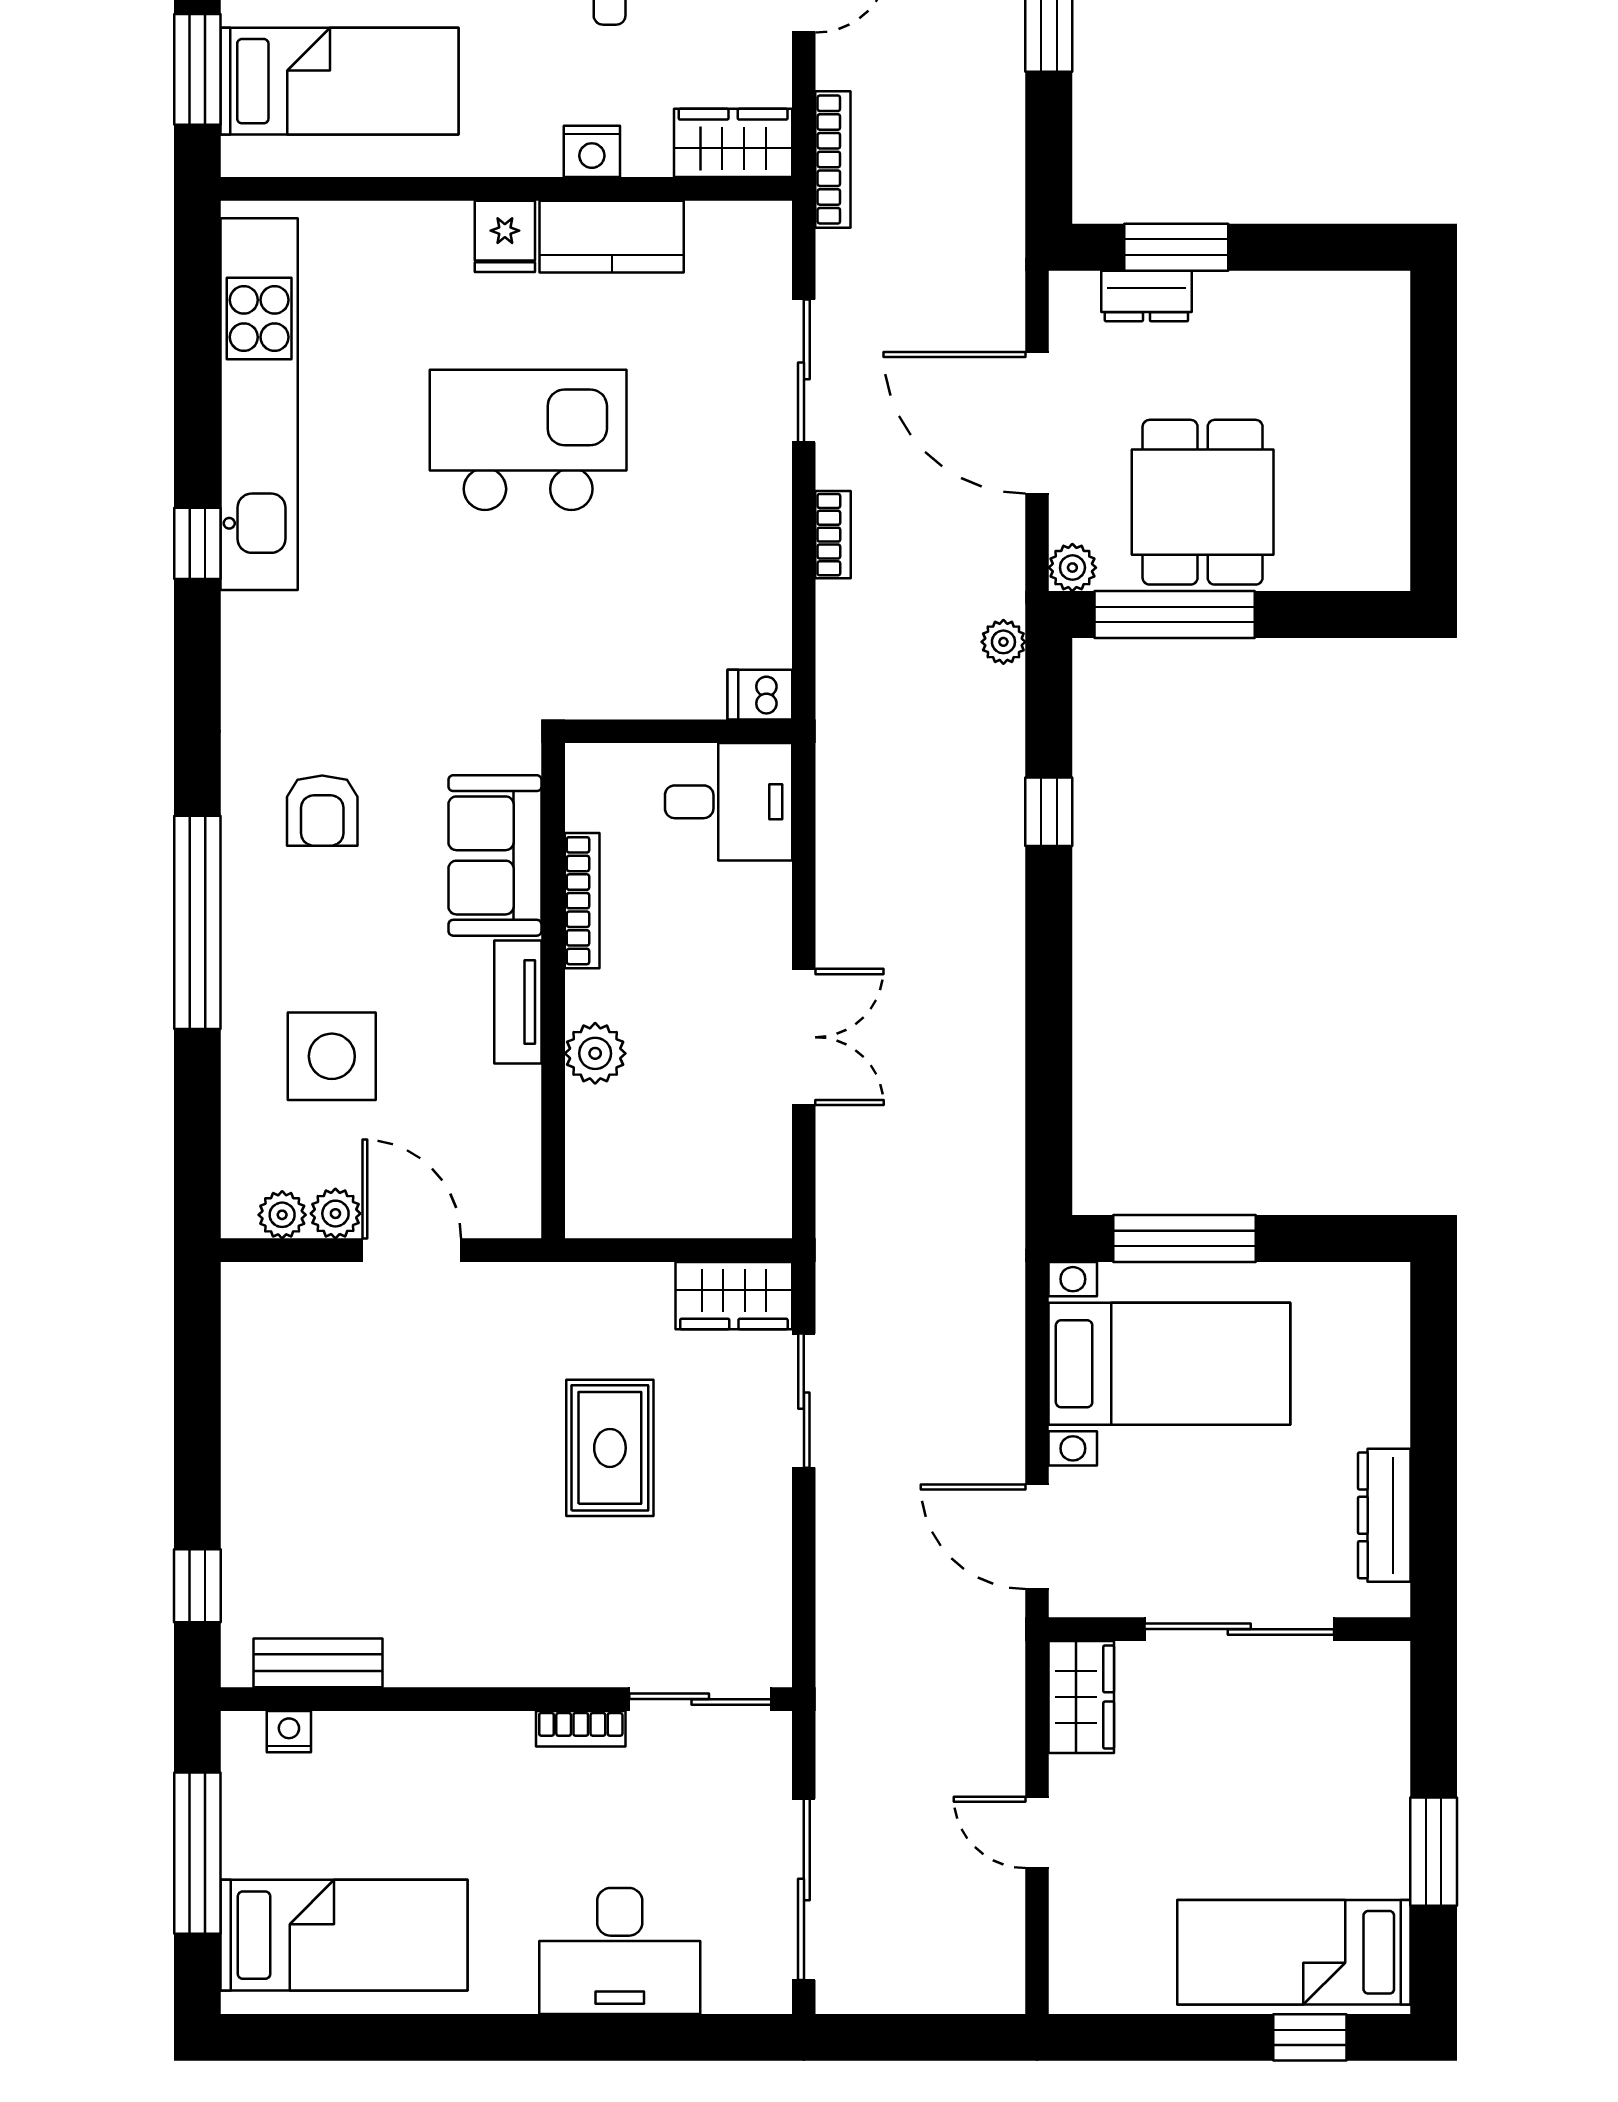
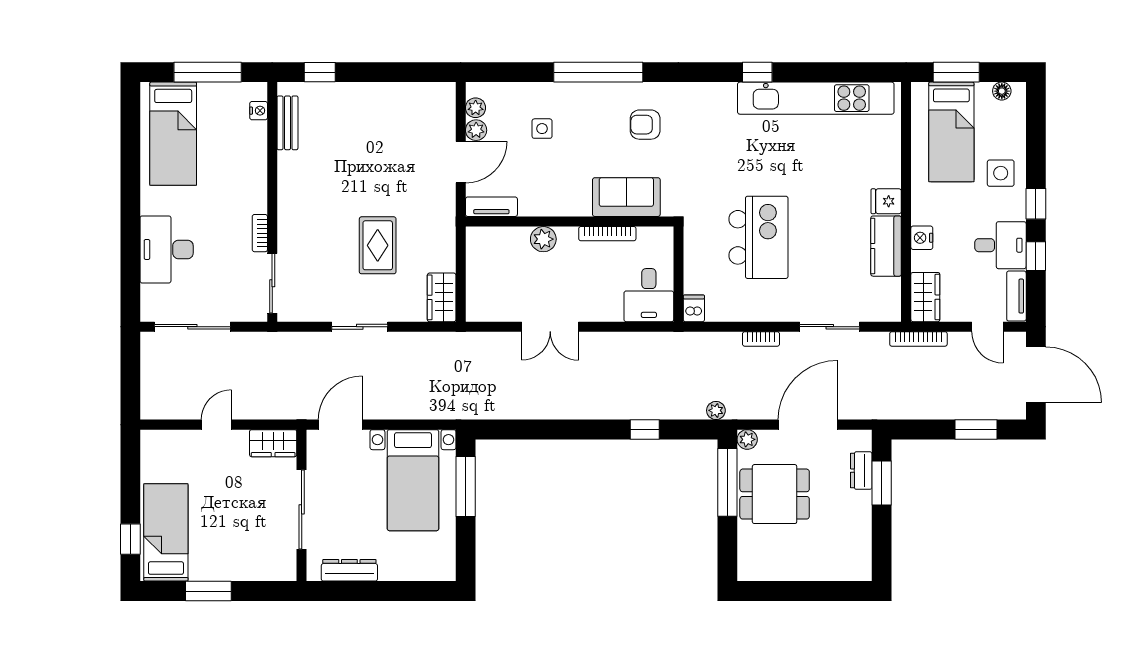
kitchen island: (528, 440) -> (758, 237), moved
tv unit: (518, 1002) -> (491, 207), moved
side table: (332, 1056) -> (542, 129), width x0.54, depth x0.54
sliding door: (804, 1401) -> (360, 327), moved
rug: (610, 1448) -> (378, 245), turned 90

